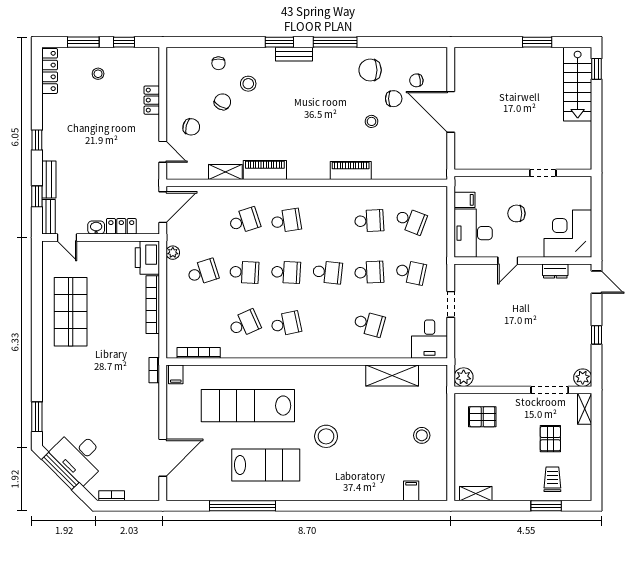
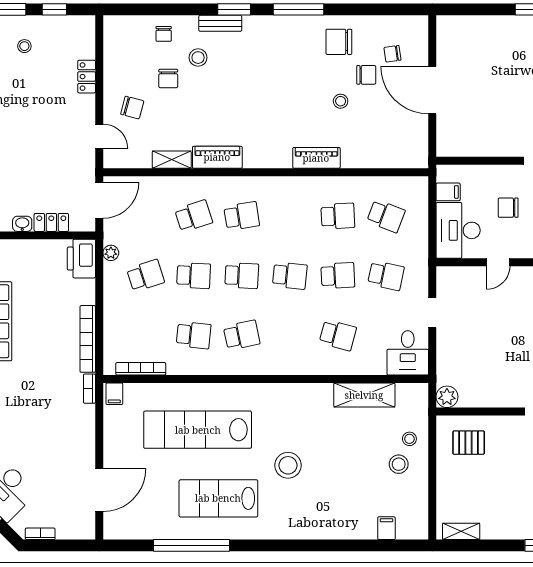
bench: (294, 54) -> (220, 23), moved
chair: (222, 102) -> (168, 79), turned 152
bookcase: (153, 305) -> (88, 339), moved
school desk: (244, 324) -> (194, 335), turned 30
stool: (431, 413) -> (409, 439), added
lab bench: (266, 465) -> (218, 498), turned 180

